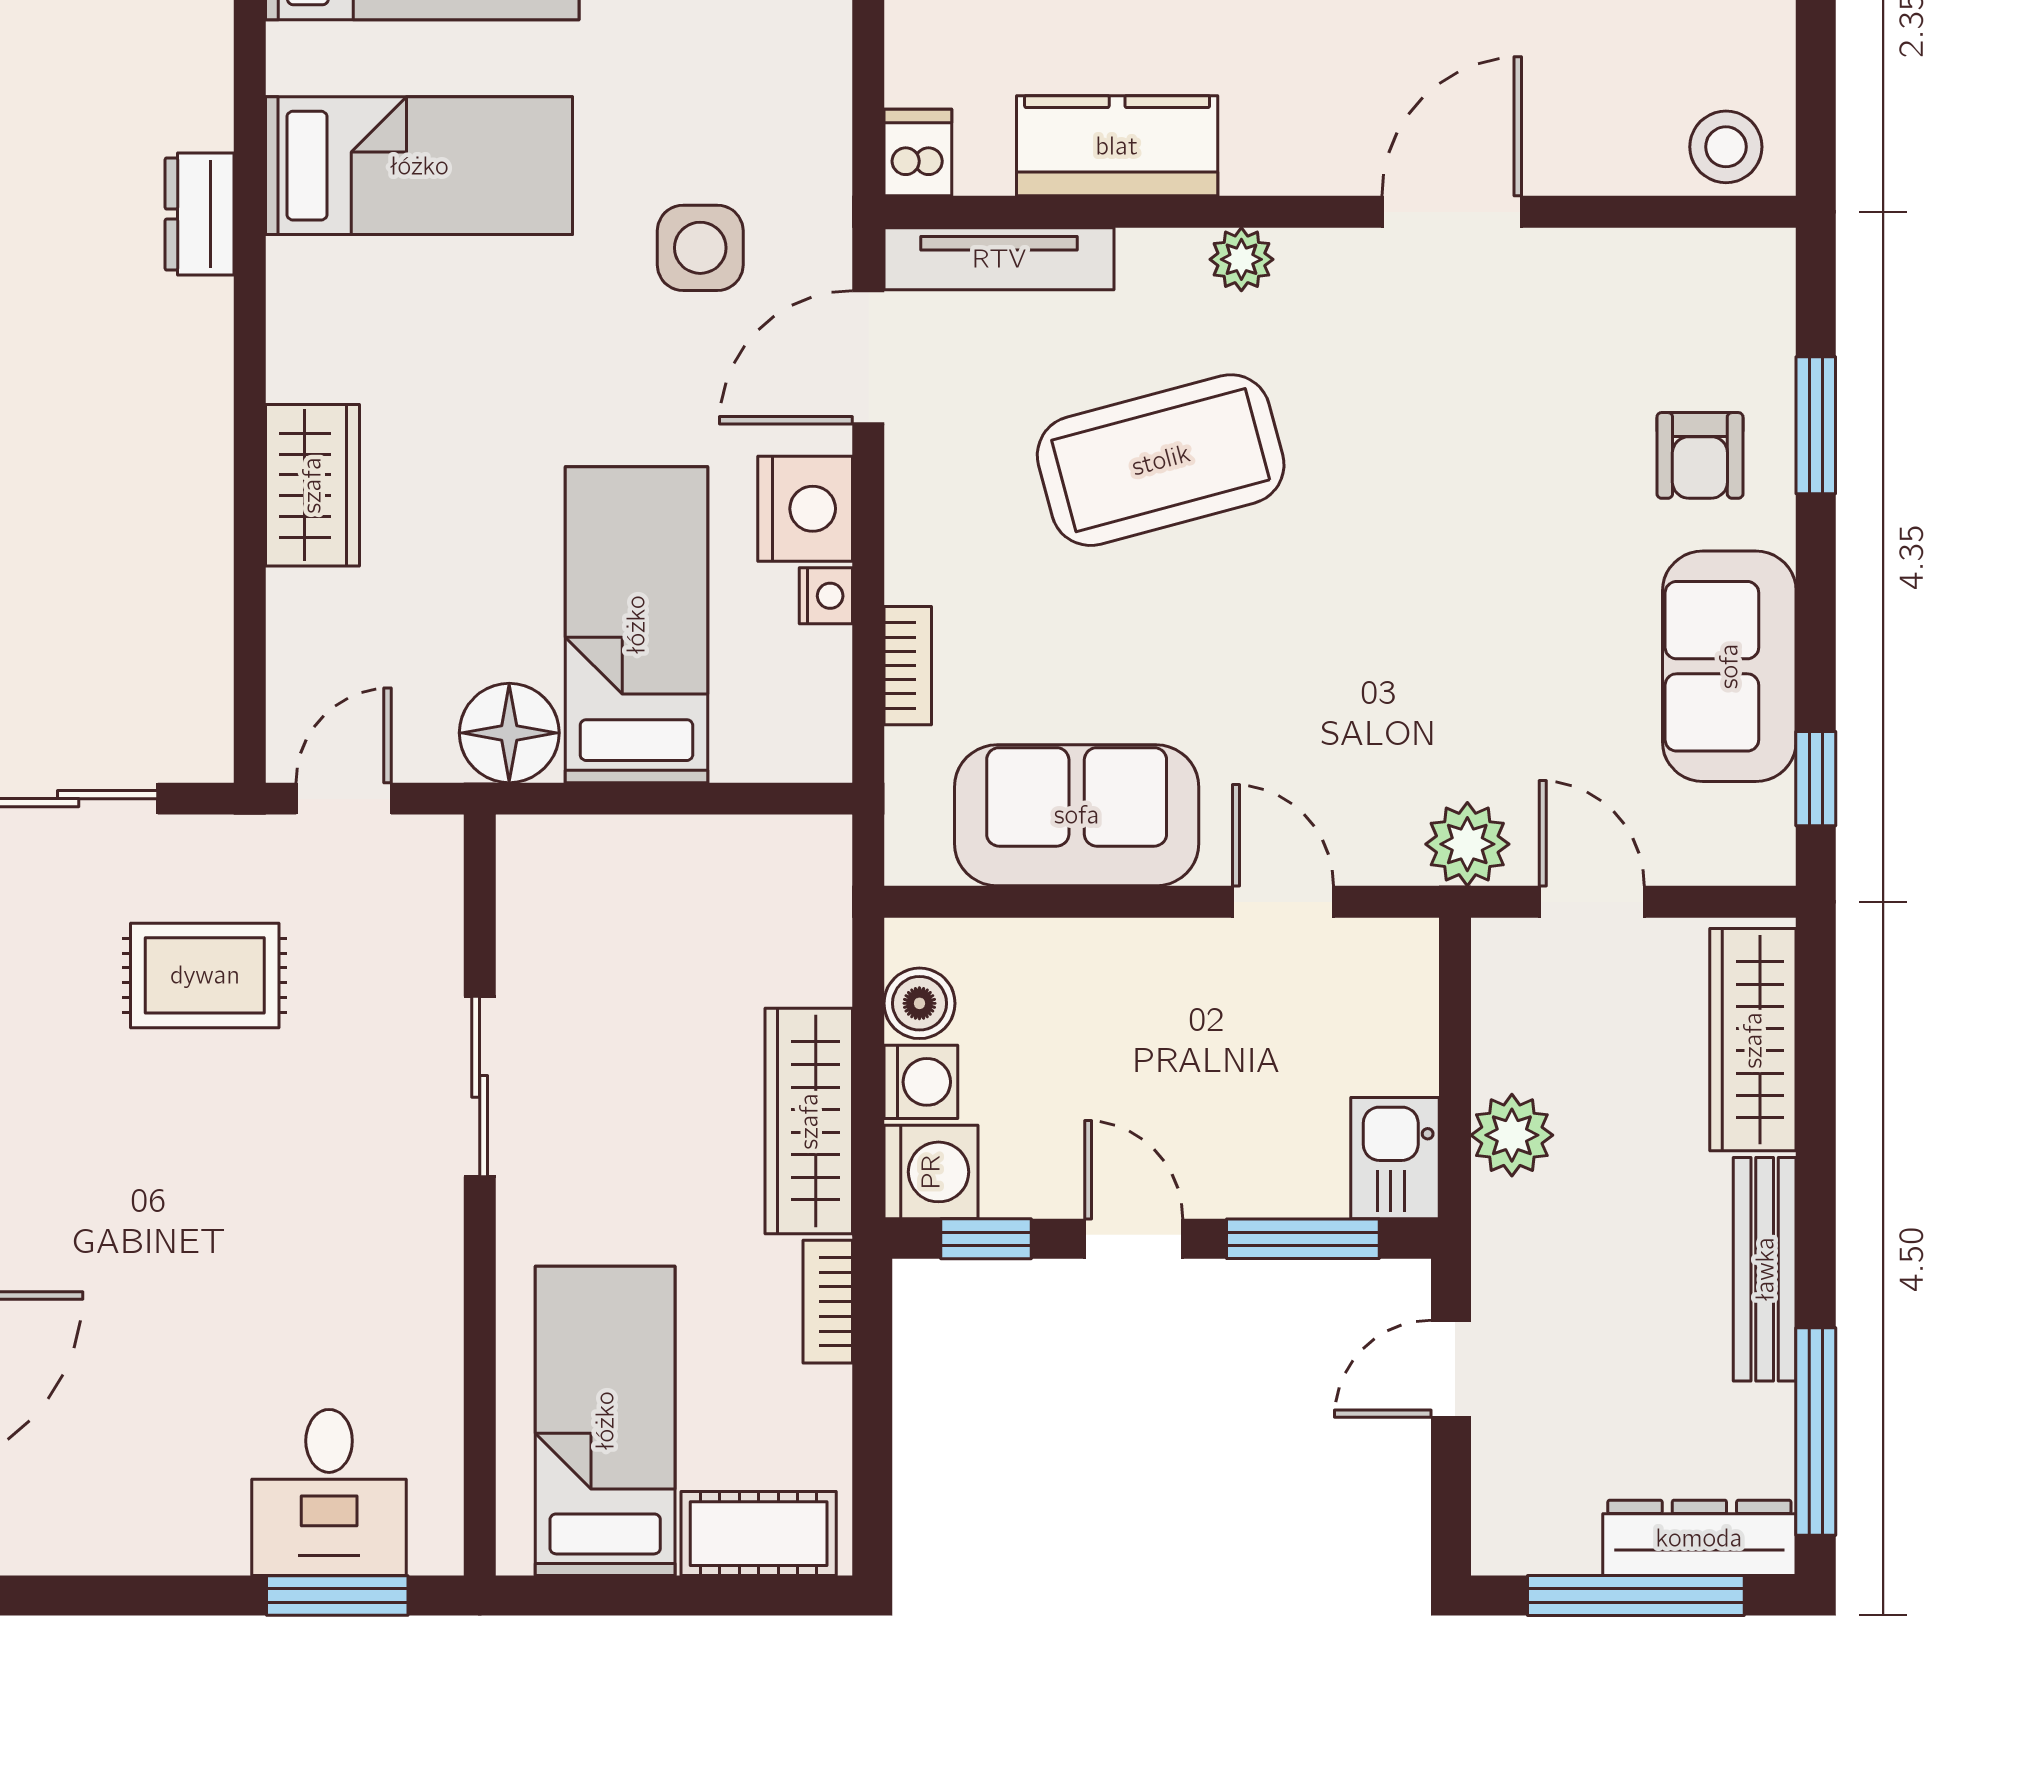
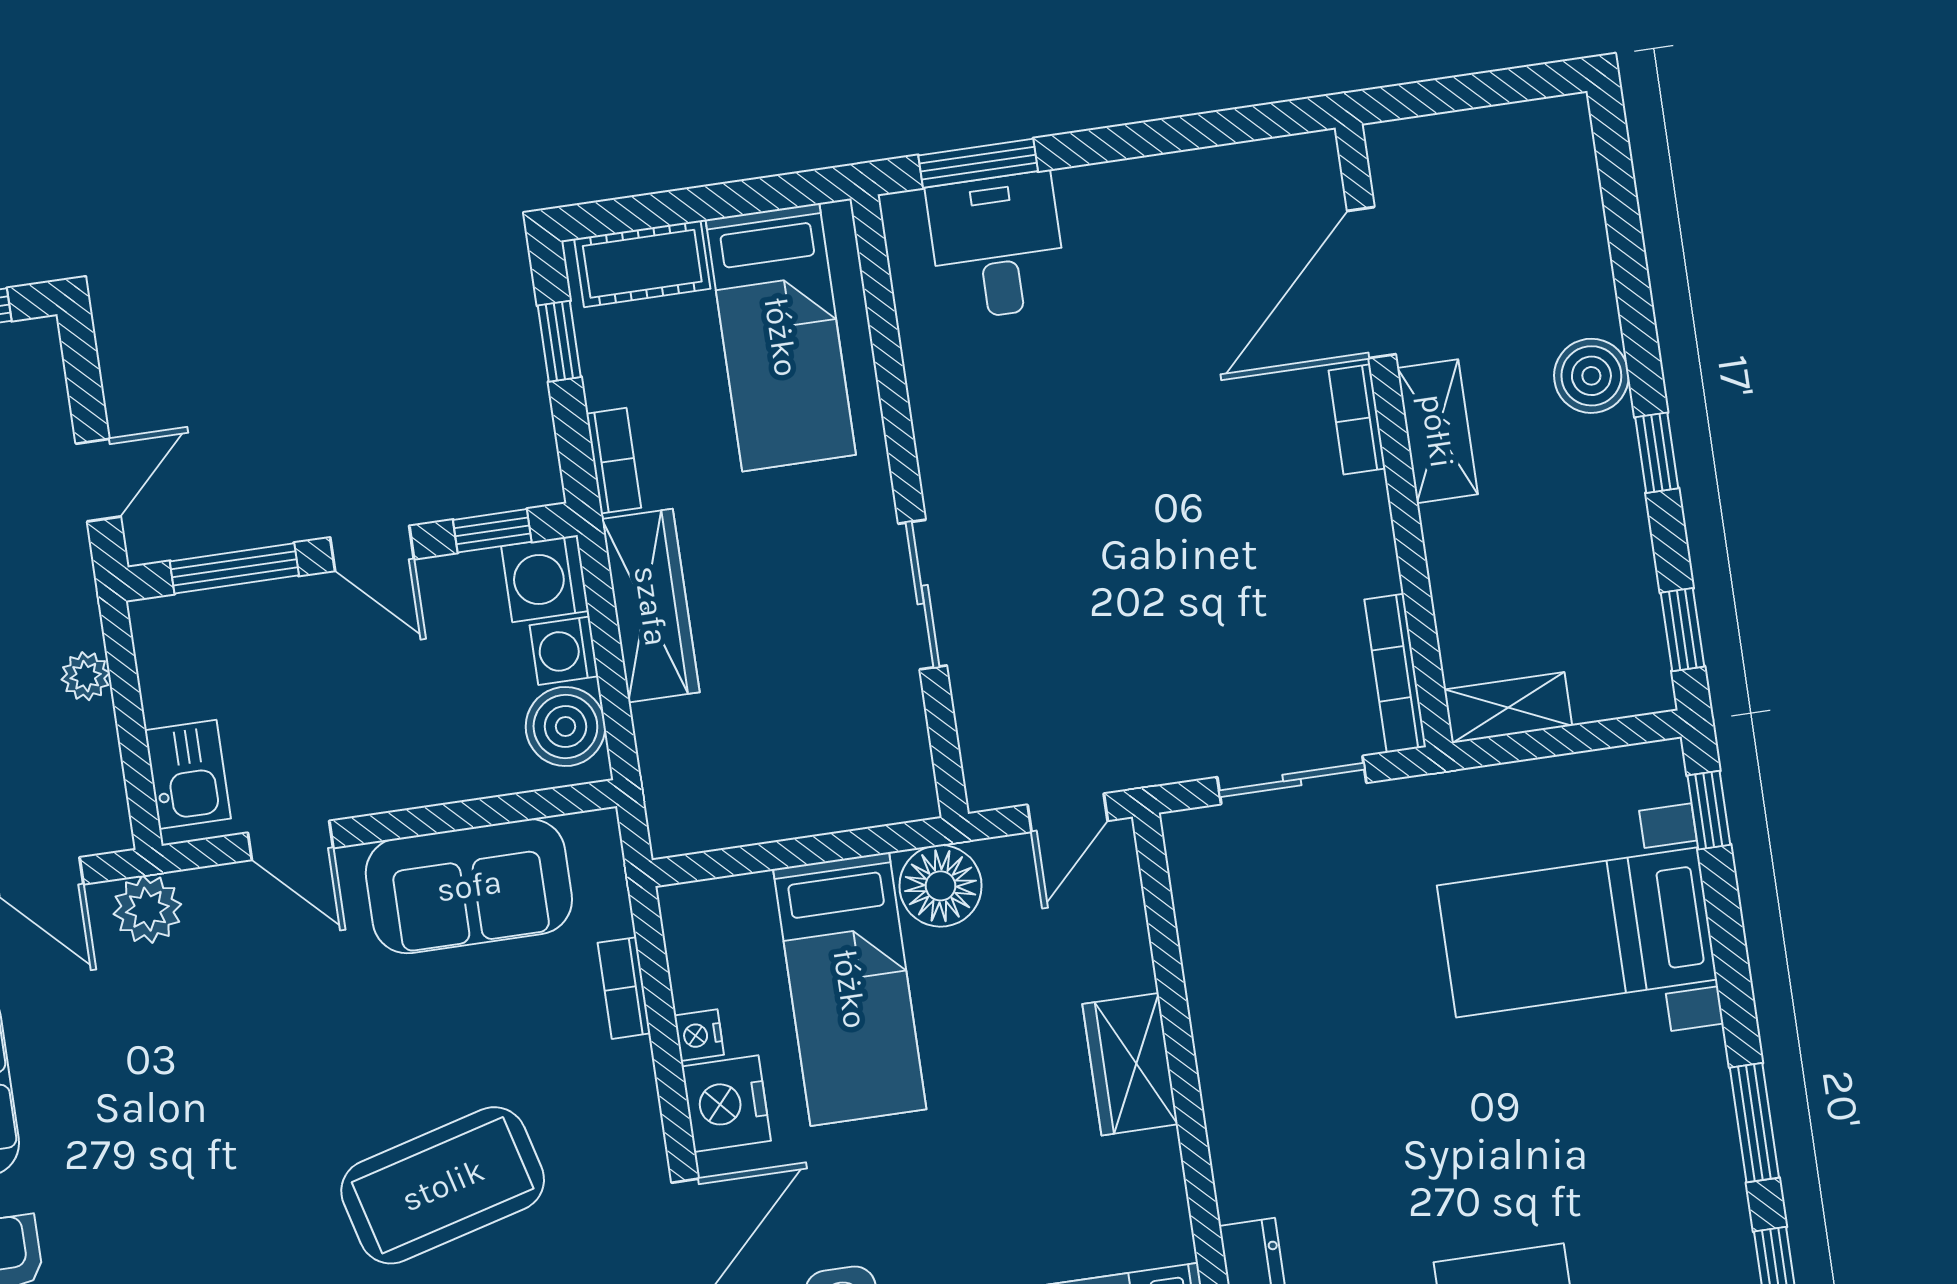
rug: (205, 975) -> (1160, 652), removed
boiler: (919, 1003) -> (565, 727), width x1.36, depth x1.36
plant: (1512, 1135) -> (86, 676), width x0.73, depth x0.73
kitchen sink: (1395, 1158) -> (188, 774), moved
window: (872, 1455) -> (559, 341), added

